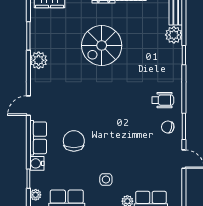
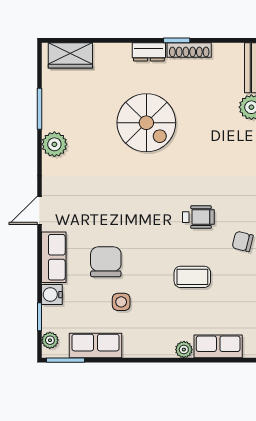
spiral stairs: (102, 45) -> (146, 123), turned -90
wheelchair: (163, 100) -> (198, 217), moved
coffee table: (133, 151) -> (192, 277), added
side table: (106, 179) -> (121, 302), moved

